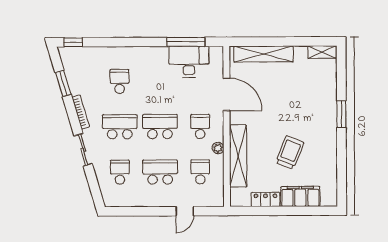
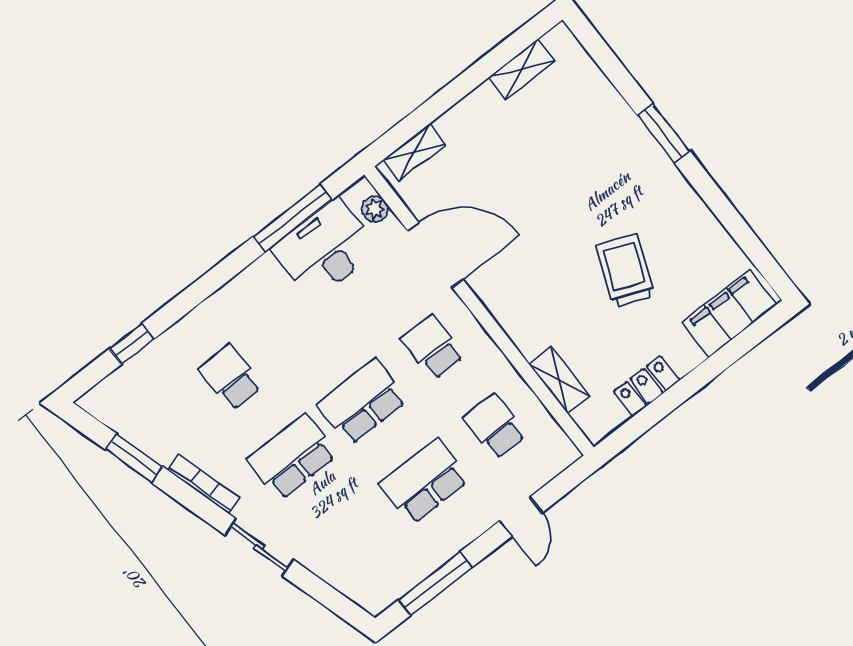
window: (73, 42) -> (132, 344), moved
shelving: (322, 52) -> (522, 69), moved
shelving: (263, 54) -> (414, 152), width x0.45, depth x0.75
plant: (218, 148) -> (375, 209), moved
shelving: (238, 156) -> (559, 380), width x0.45, depth x0.75
school desk: (120, 172) -> (354, 536), removed
filing cabinet: (300, 196) -> (729, 314), moved
window: (136, 211) -> (435, 583), added

